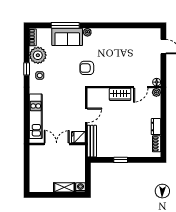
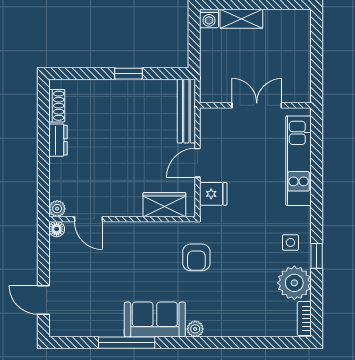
window: (65, 25) -> (127, 343), moved
sofa: (67, 37) -> (155, 320), moved
armchair: (87, 68) -> (196, 257), turned 90
door: (141, 87) -> (88, 219), swing flipped
wardrobe: (120, 94) -> (164, 205), moved
fridge: (78, 137) -> (213, 194), moved
double door: (57, 144) -> (257, 105), swing flipped

